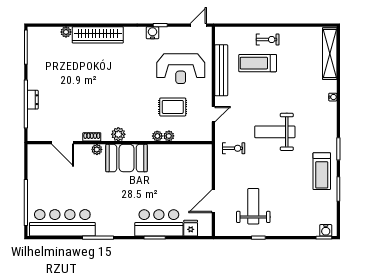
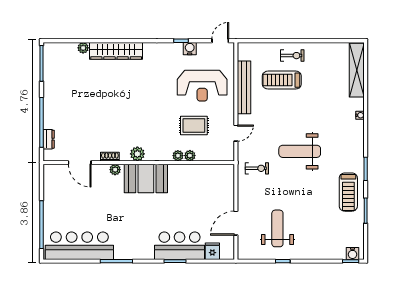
water cooler: (152, 33) -> (190, 49), moved
dresser: (33, 100) -> (49, 139), moved

